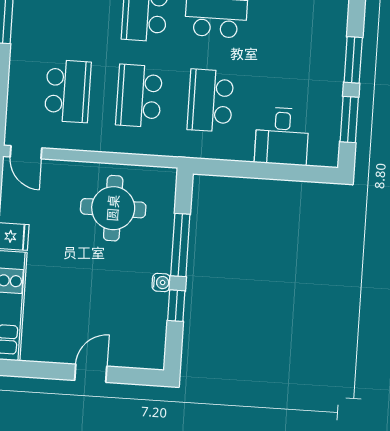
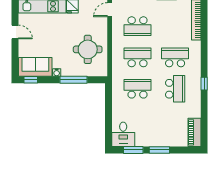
desk: (282, 136) -> (123, 134), moved, turned -90
window: (176, 306) -> (31, 80), moved
sofa: (145, 330) -> (35, 67), added
door: (91, 373) -> (15, 32), moved

